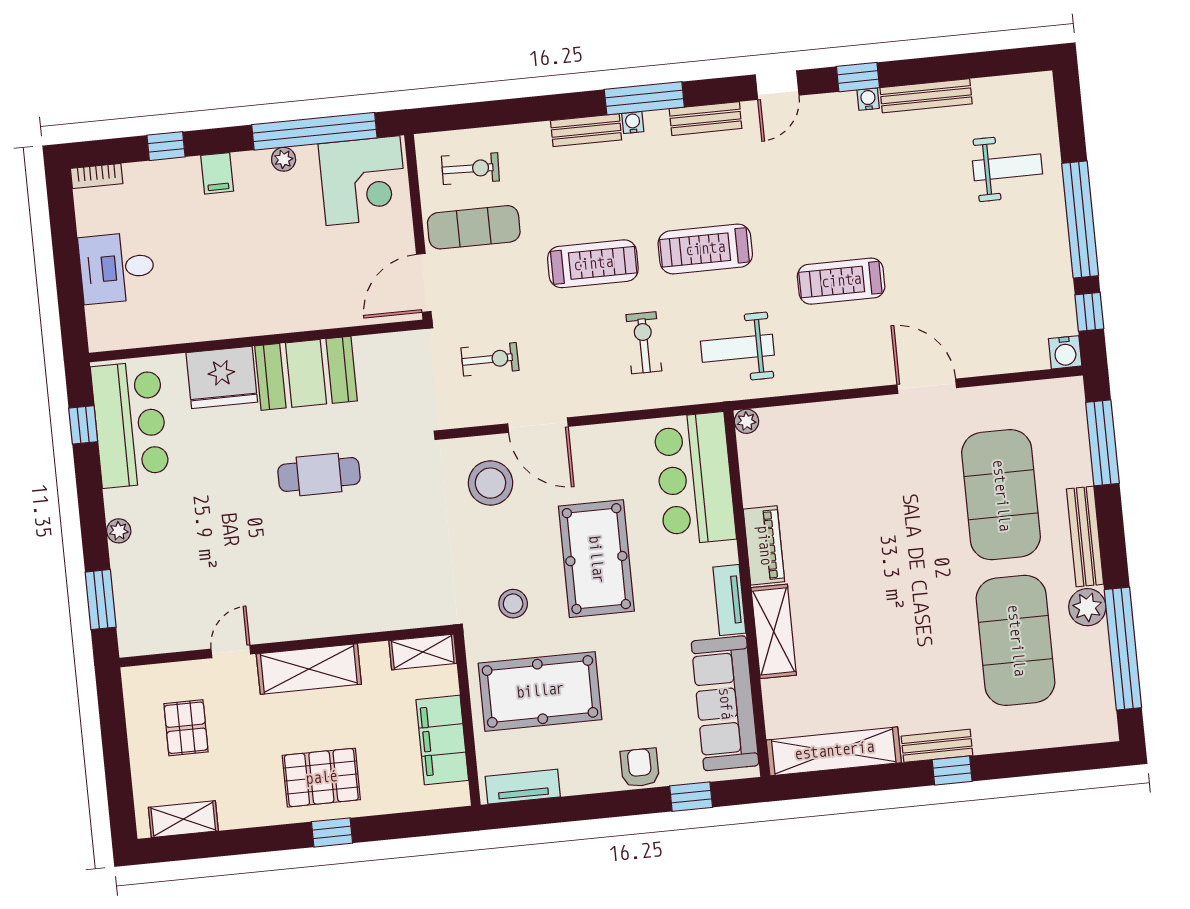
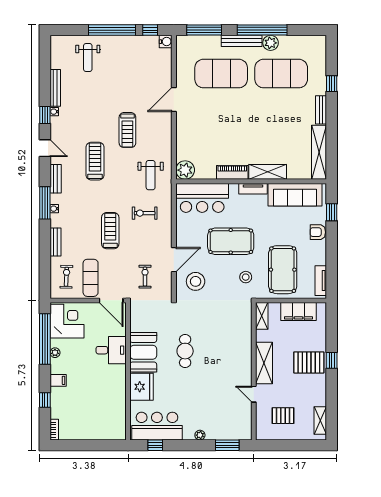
bench: (586, 130) -> (55, 242), moved
weight bench: (1008, 167) -> (88, 57), turned 180
treadmill: (705, 249) -> (95, 161), moved, turned 180
desk: (117, 268) -> (111, 350), moved, turned -90
plant: (747, 421) -> (185, 170), width x1.88, depth x1.88
window: (1123, 649) -> (262, 30), moved
window: (952, 771) -> (332, 84), moved
pallet: (321, 778) -> (309, 362), turned 90

